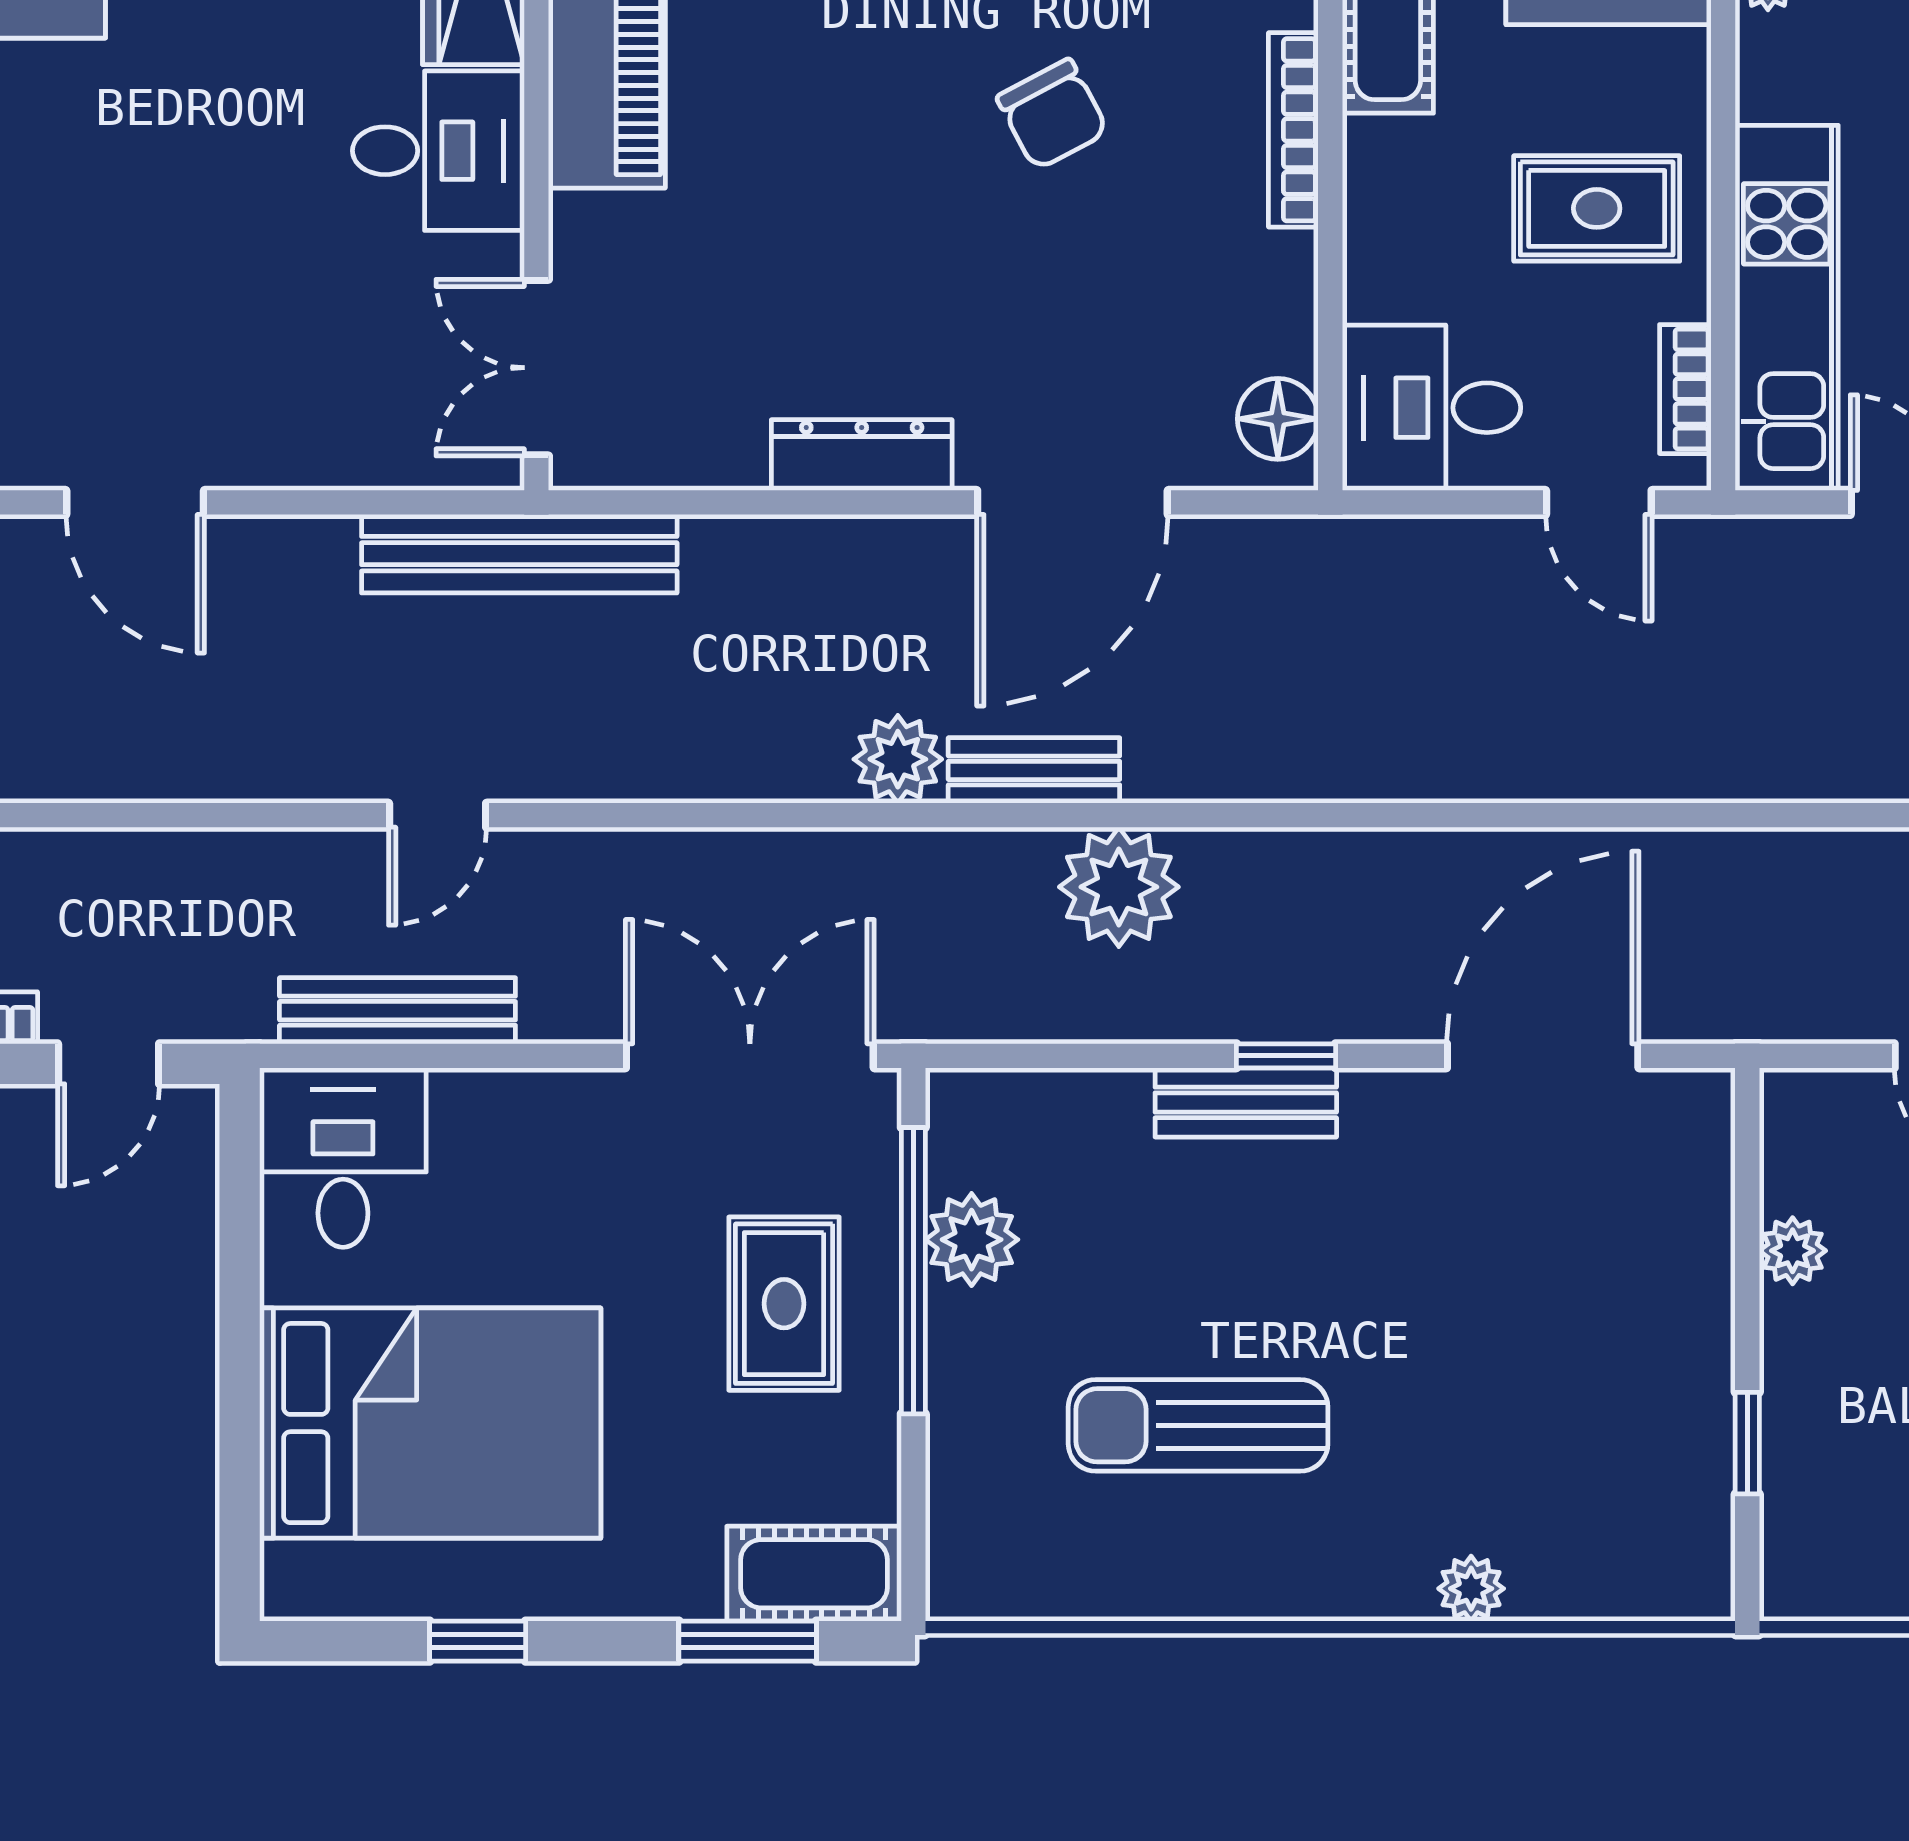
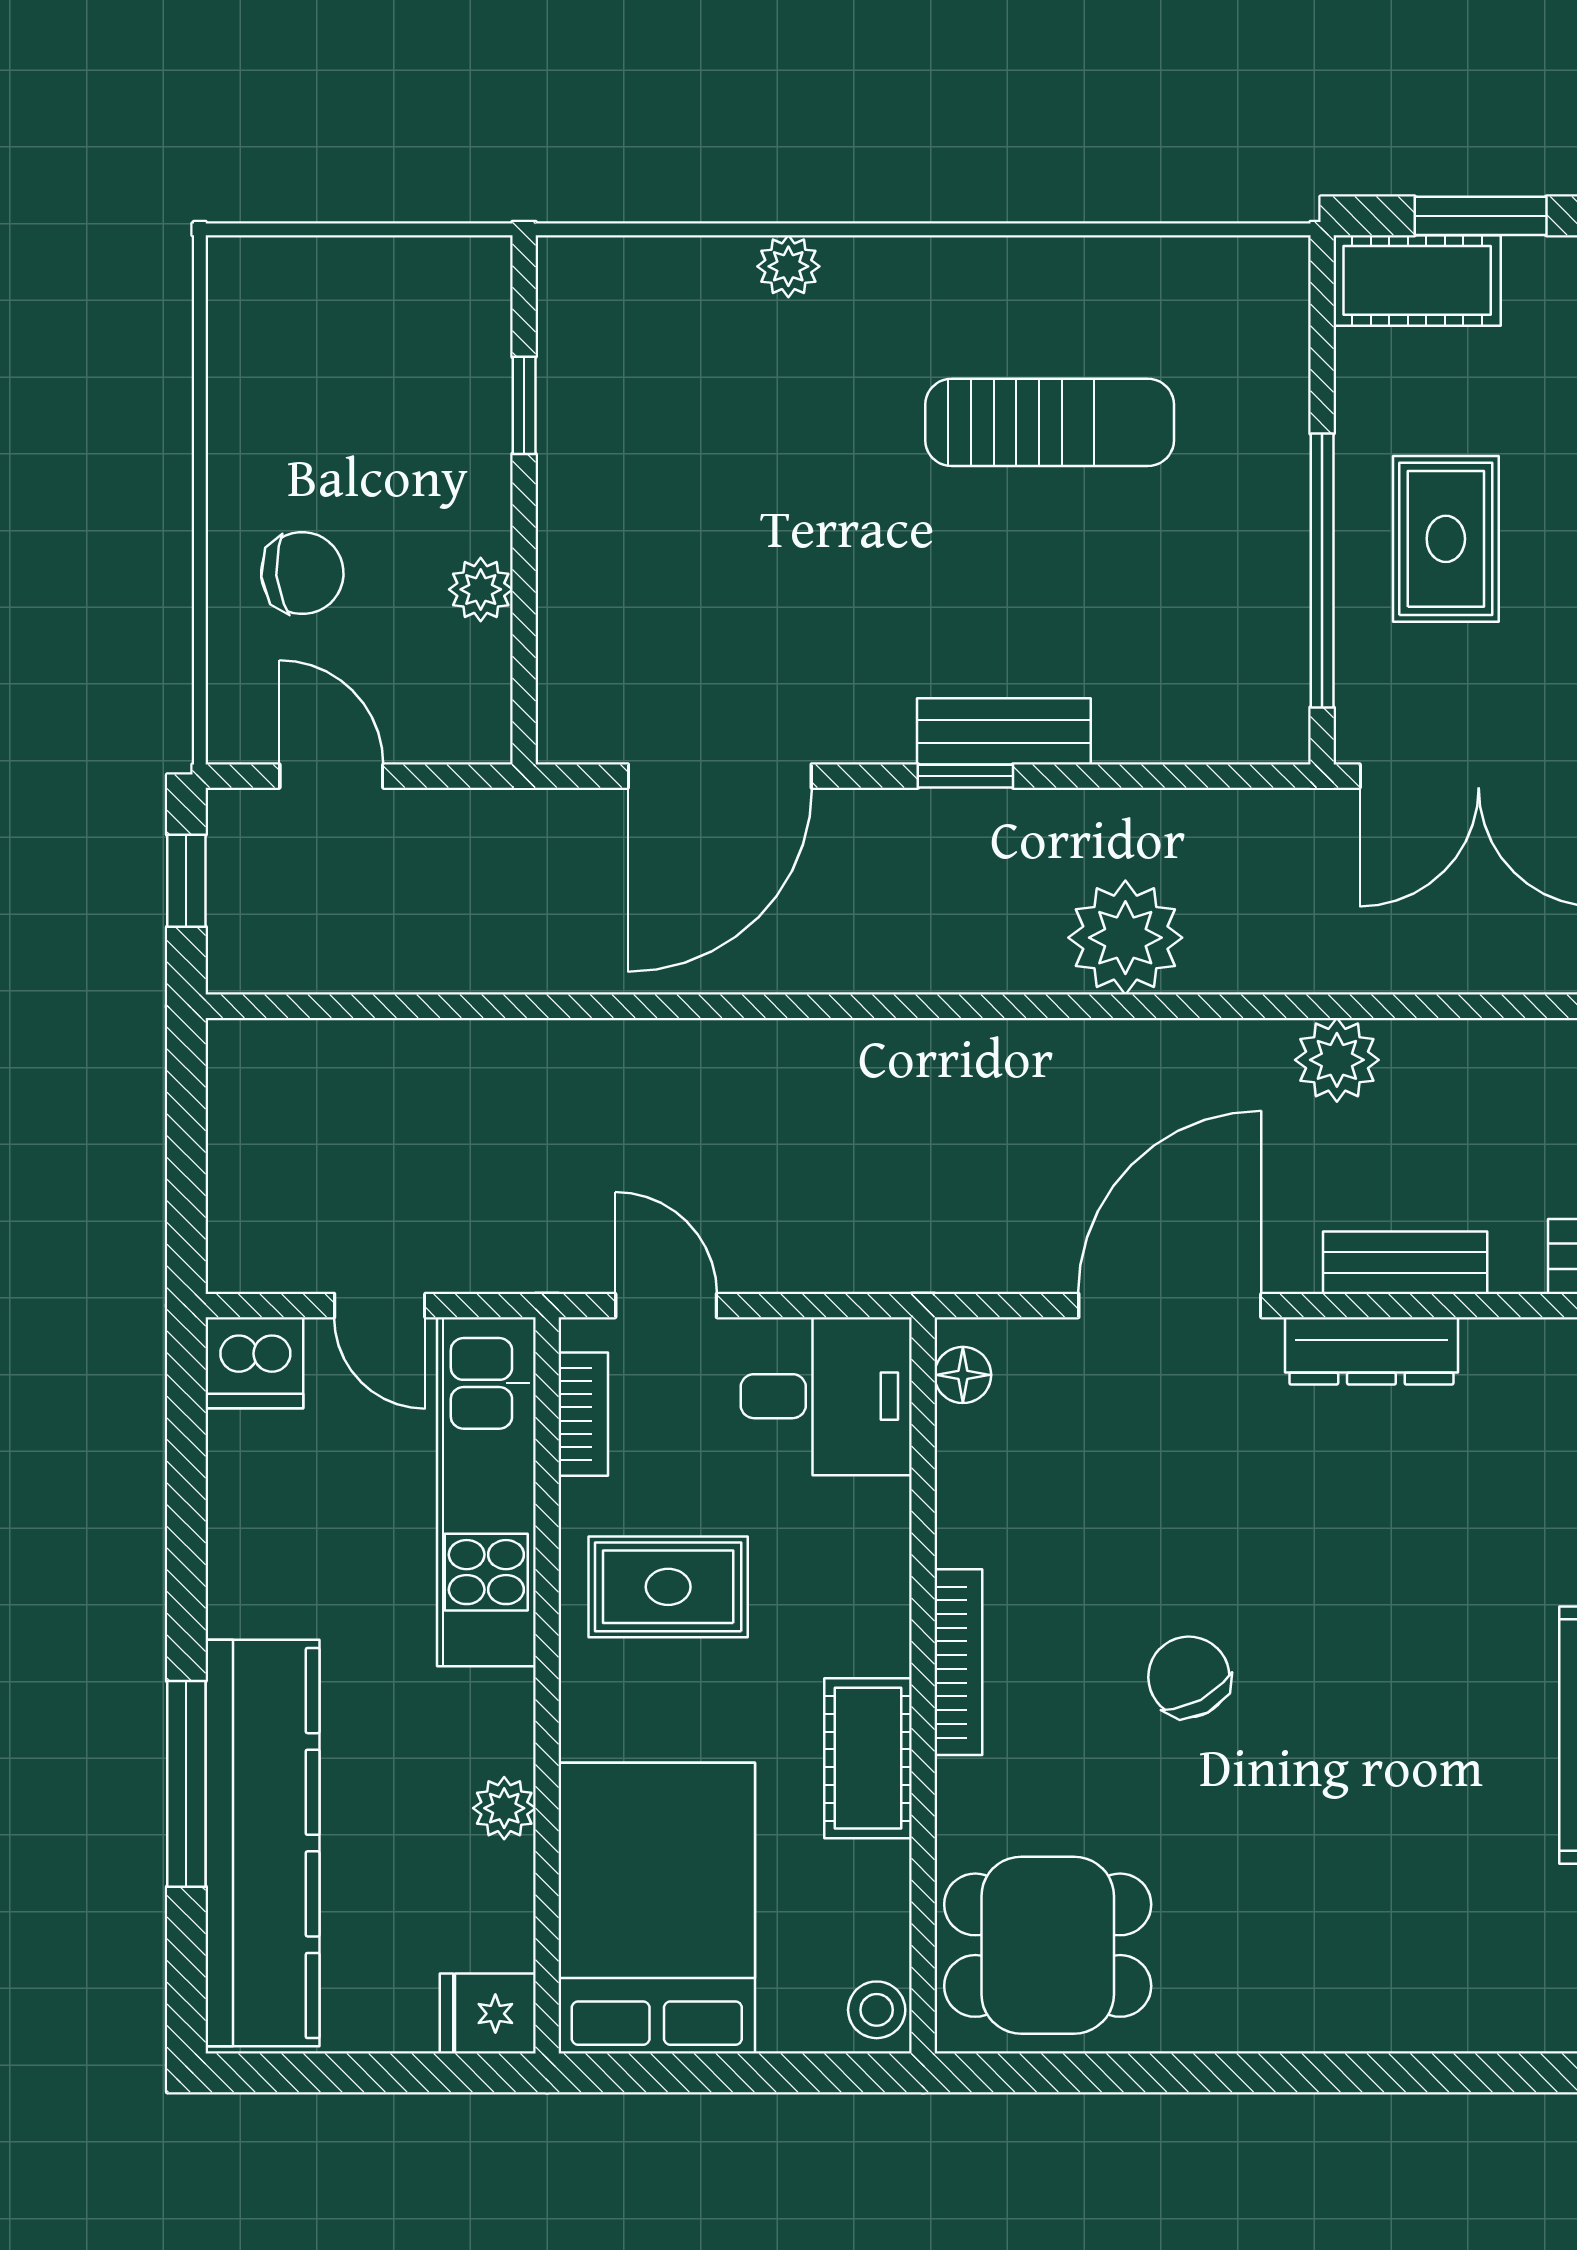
floor lamp: (1278, 419) -> (963, 1375), width x0.73, depth x0.73
bench: (1034, 770) -> (1405, 1263), moved
plant: (972, 1240) -> (1266, 600), removed

